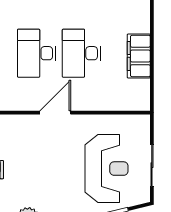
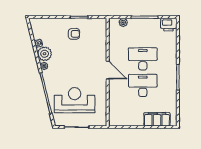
filing cabinet: (139, 56) -> (157, 119), moved
reception desk: (106, 169) -> (75, 100), turned 180

